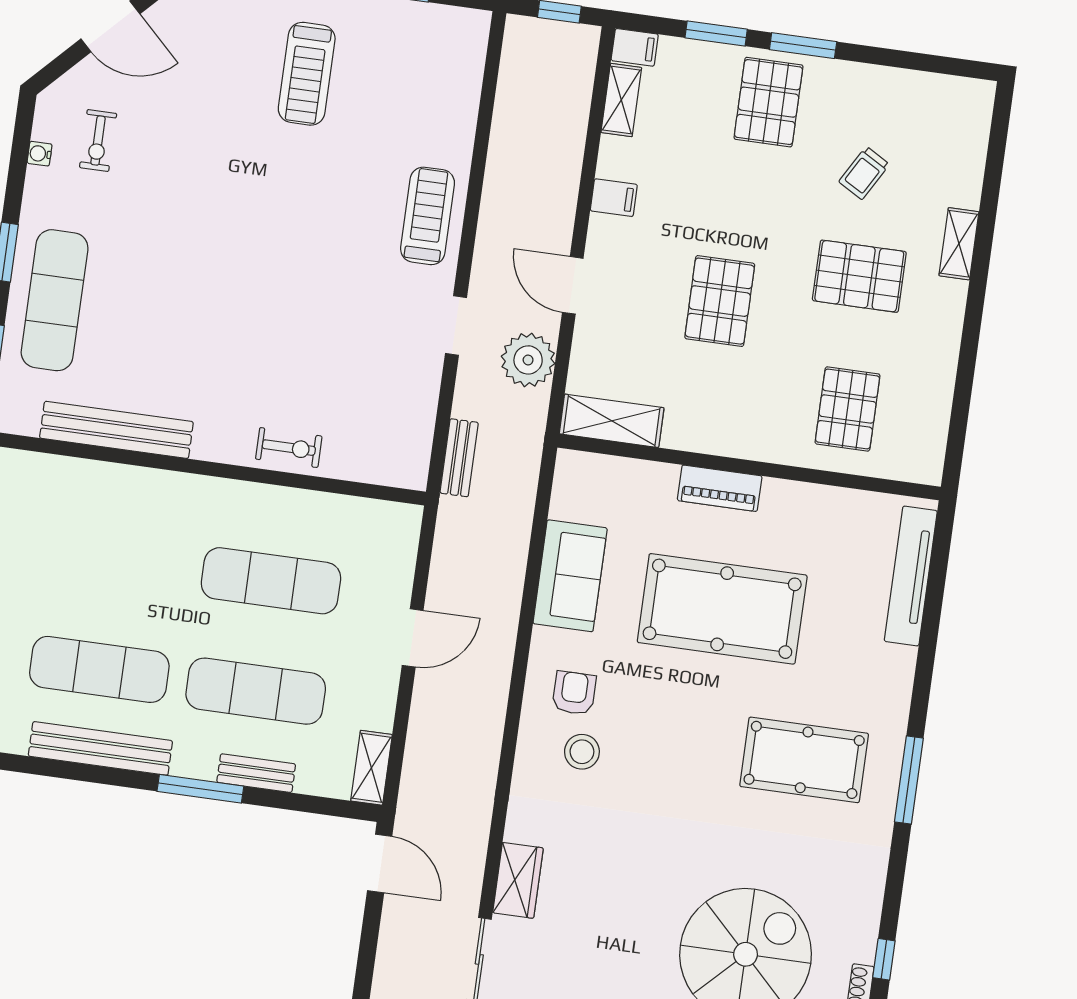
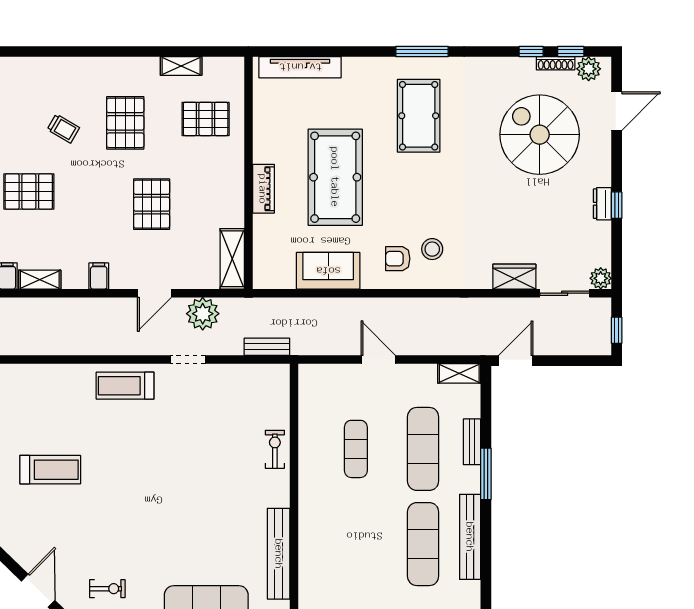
shelving: (959, 244) -> (181, 66), moved
pallet: (720, 301) -> (152, 204), turned 90
exercise mat: (271, 581) -> (356, 449), width x0.73, depth x0.69

